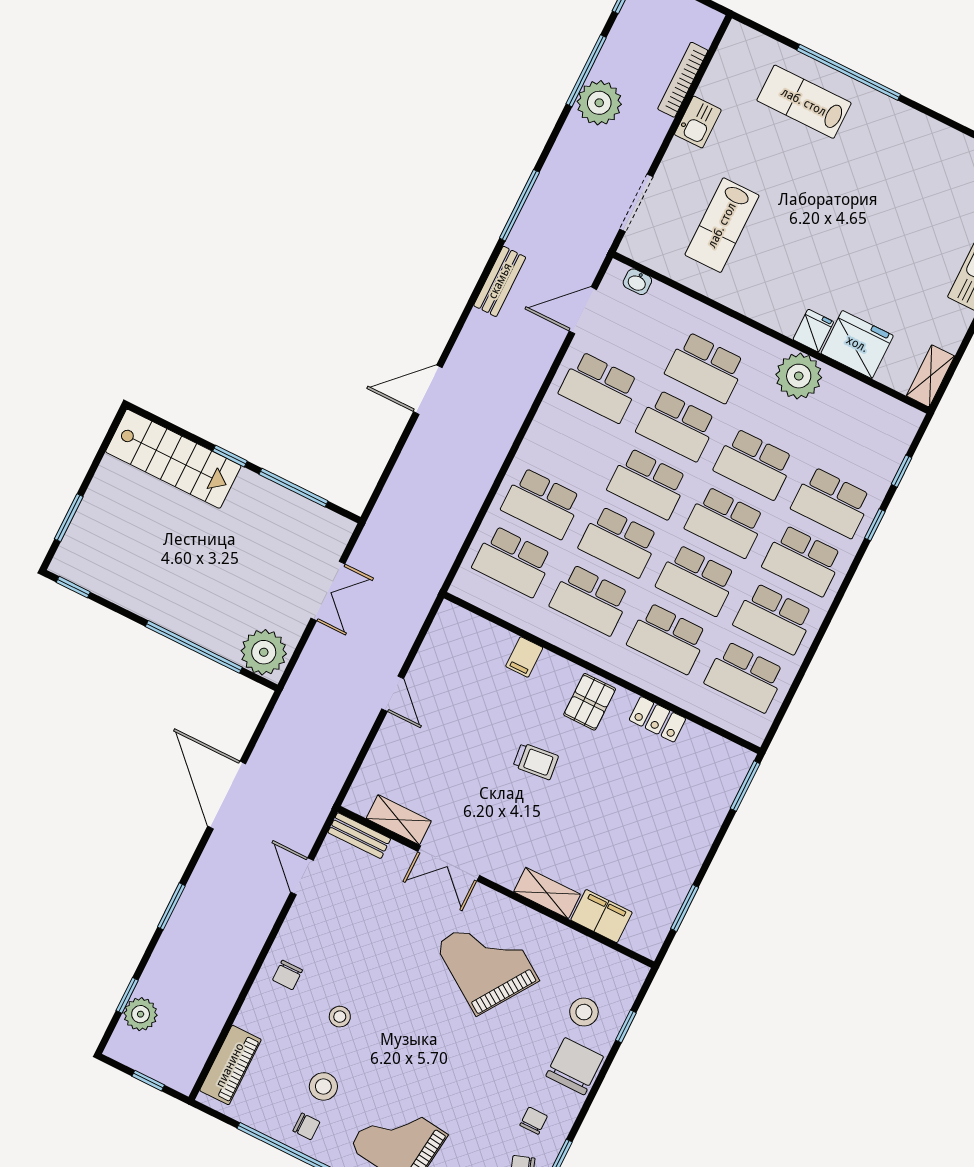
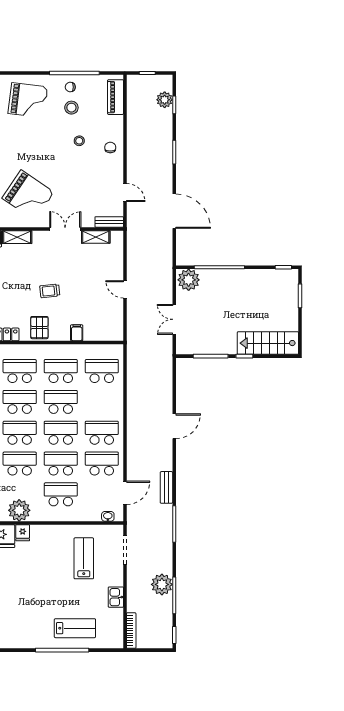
bookcase: (683, 80) -> (131, 631), moved
school desk: (542, 503) -> (102, 433), moved

